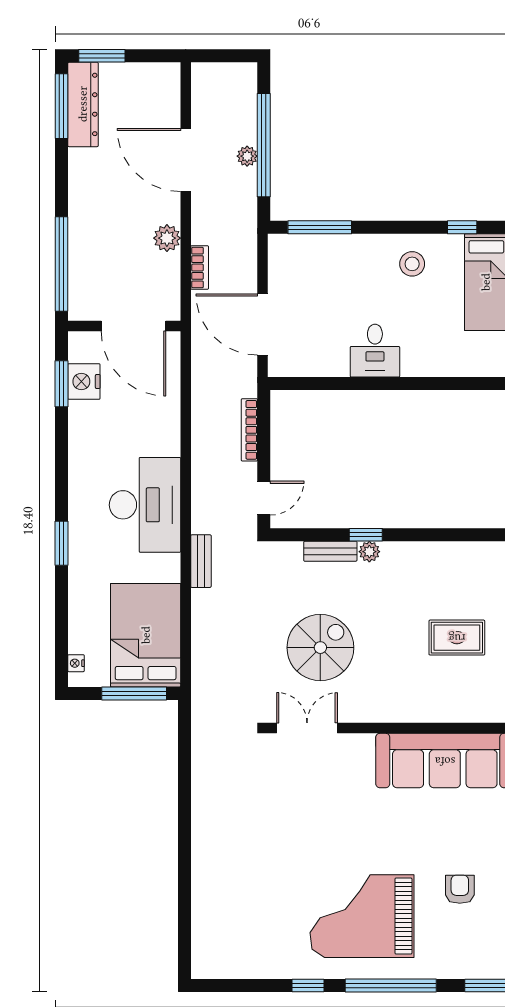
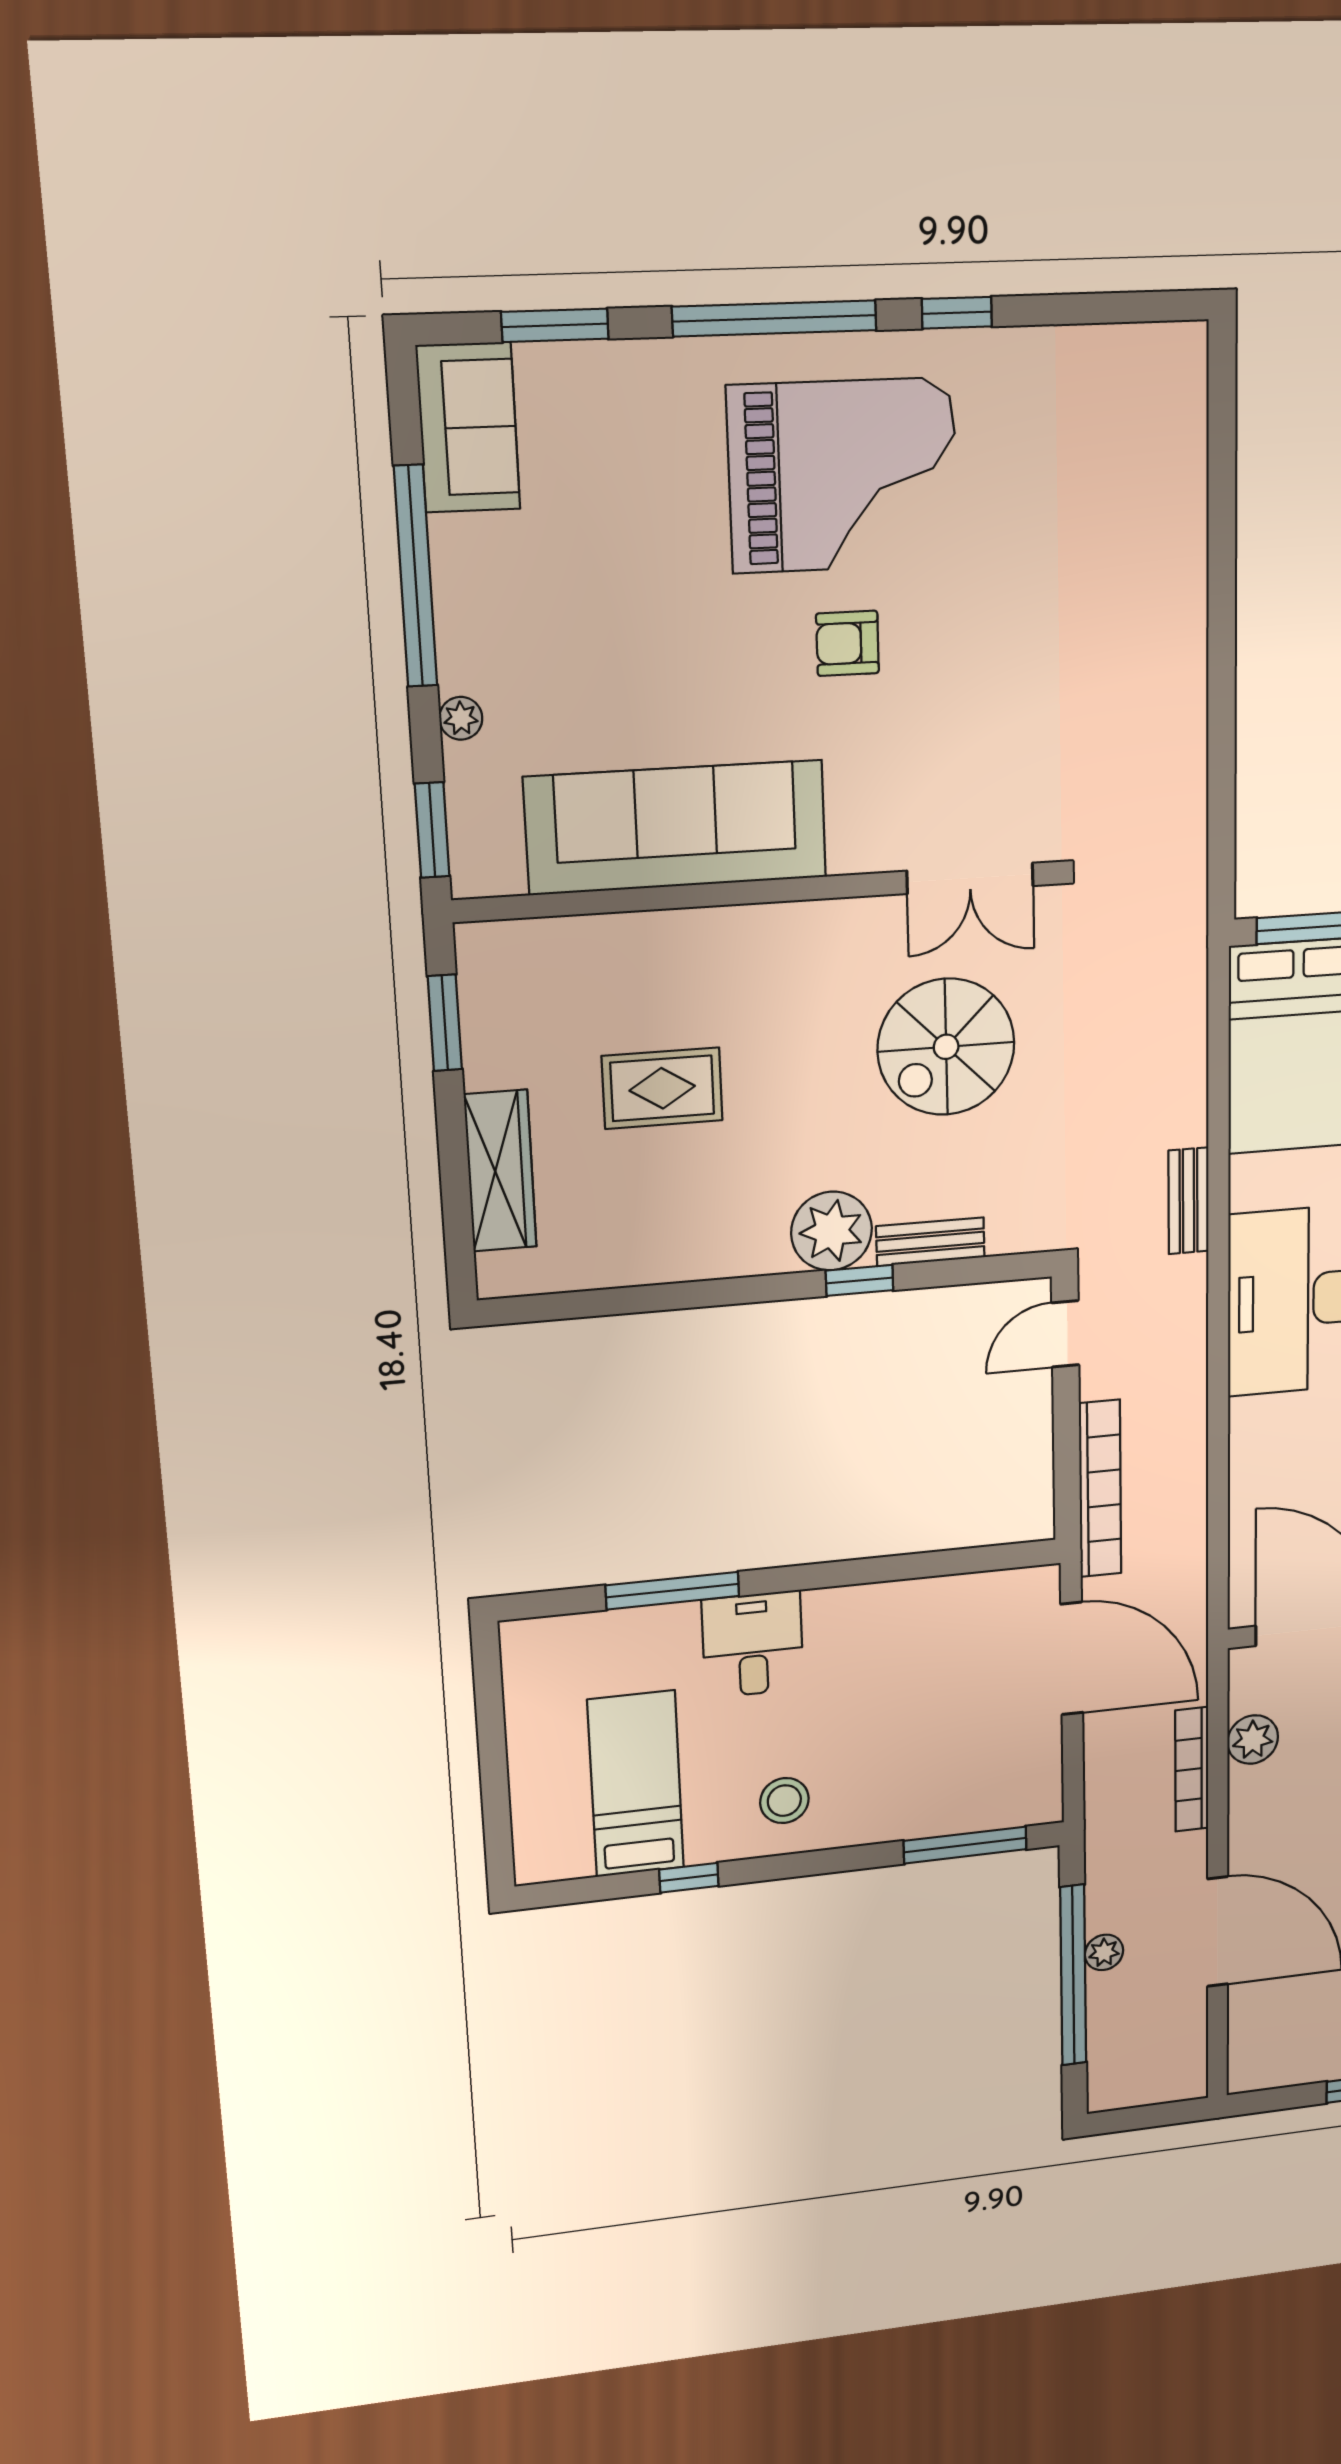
plant: (167, 238) -> (1253, 1740), moved
bookcase: (200, 268) -> (1192, 1769), width x1.56
desk: (375, 351) -> (753, 1644), moved
window: (463, 384) -> (672, 1591), added
bookcase: (249, 430) -> (1100, 1489), width x1.48, depth x1.31
plant: (369, 552) -> (832, 1231), width x1.88, depth x1.88
armchair: (460, 889) -> (847, 643), moved, turned 90

